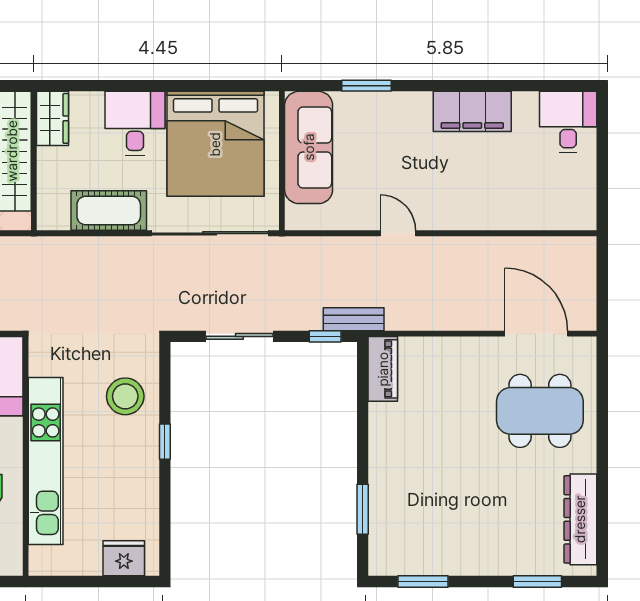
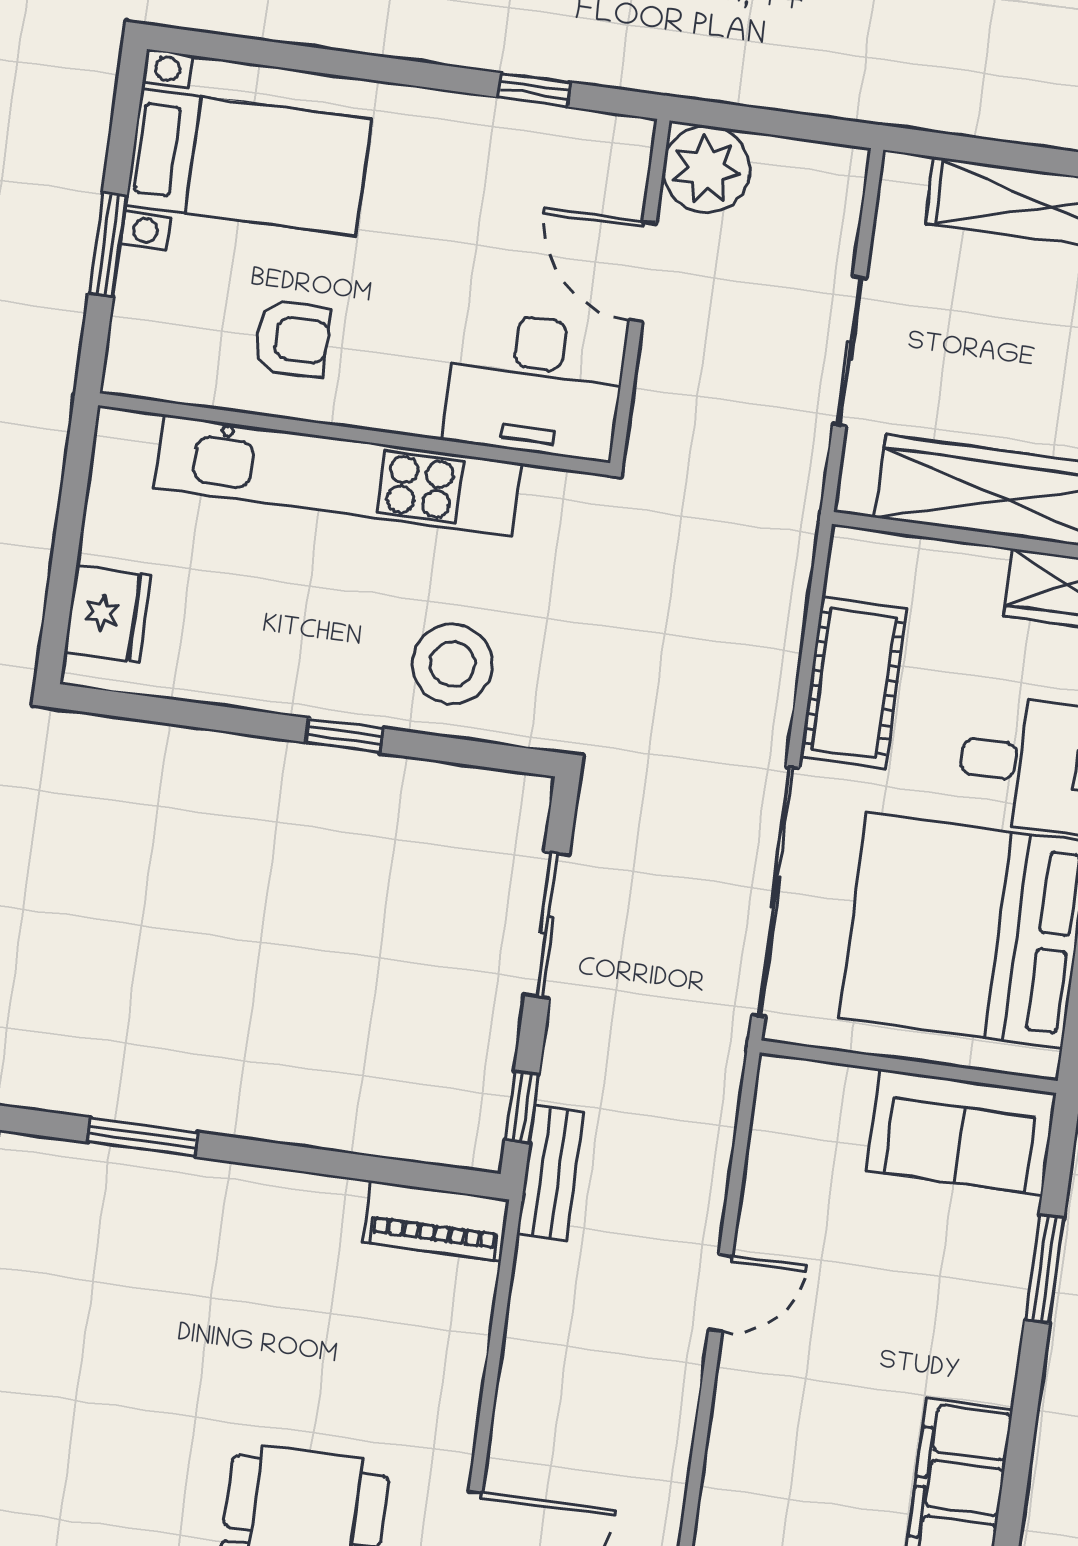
sofa: (309, 147) -> (961, 1132), width x0.73

